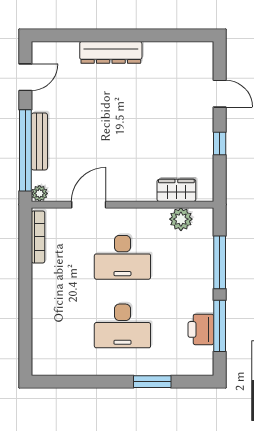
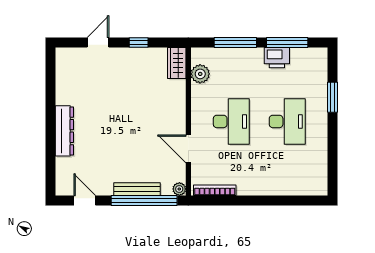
wardrobe: (176, 190) -> (177, 63), moved
printer: (201, 329) -> (277, 58), moved

